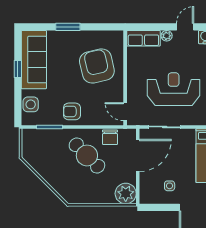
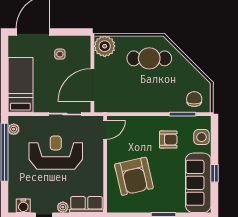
reception desk: (174, 89) -> (56, 153), turned 180
armchair: (72, 111) -> (168, 140), moved
door: (125, 112) -> (105, 130), hinge flipped
chair: (110, 137) -> (194, 99), moved
cafe table: (87, 155) -> (149, 58), moved, turned -45

